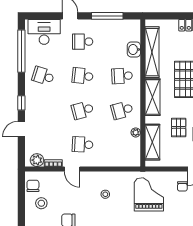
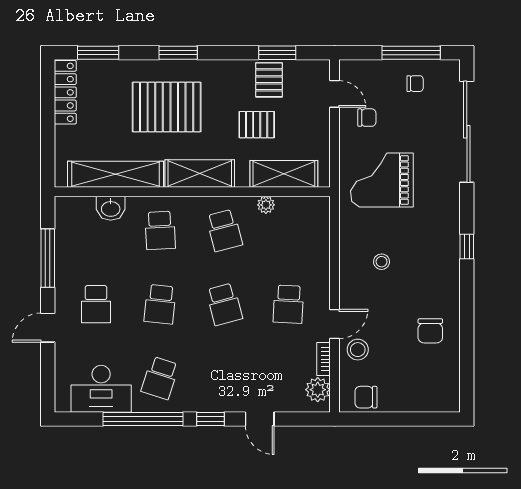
desk: (44, 32) -> (101, 389), moved, turned -90
window: (21, 51) -> (143, 419), moved
stool: (41, 203) -> (358, 350), moved

